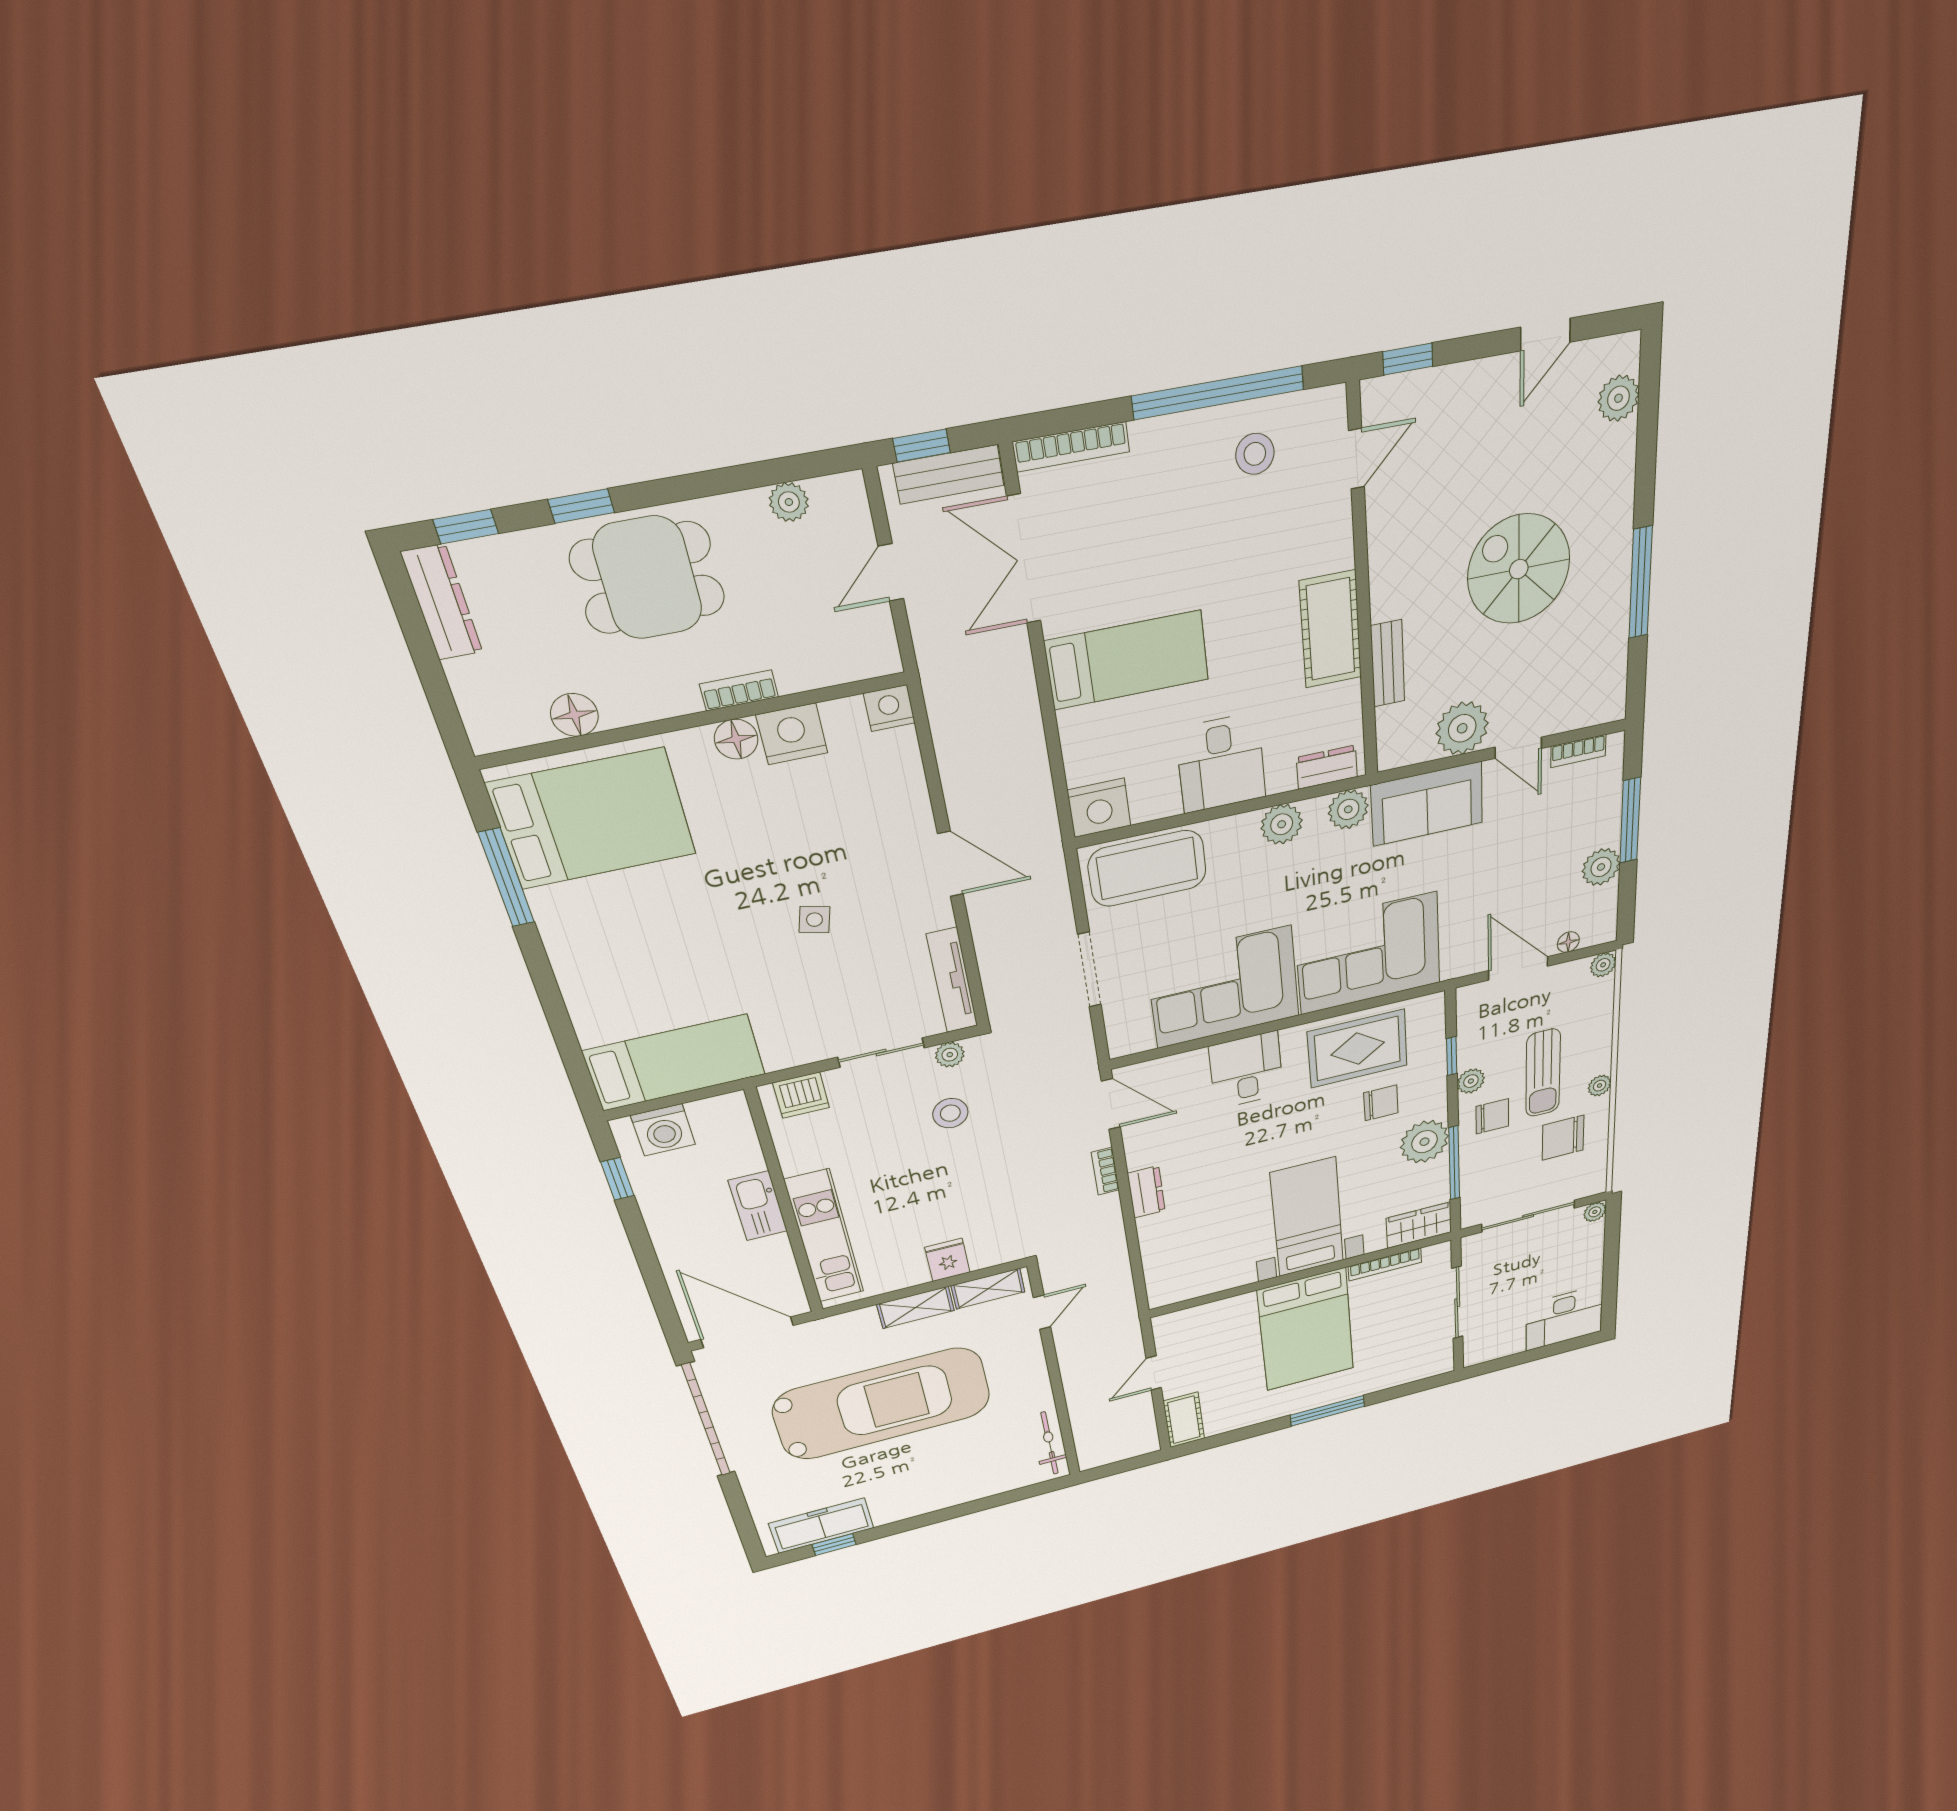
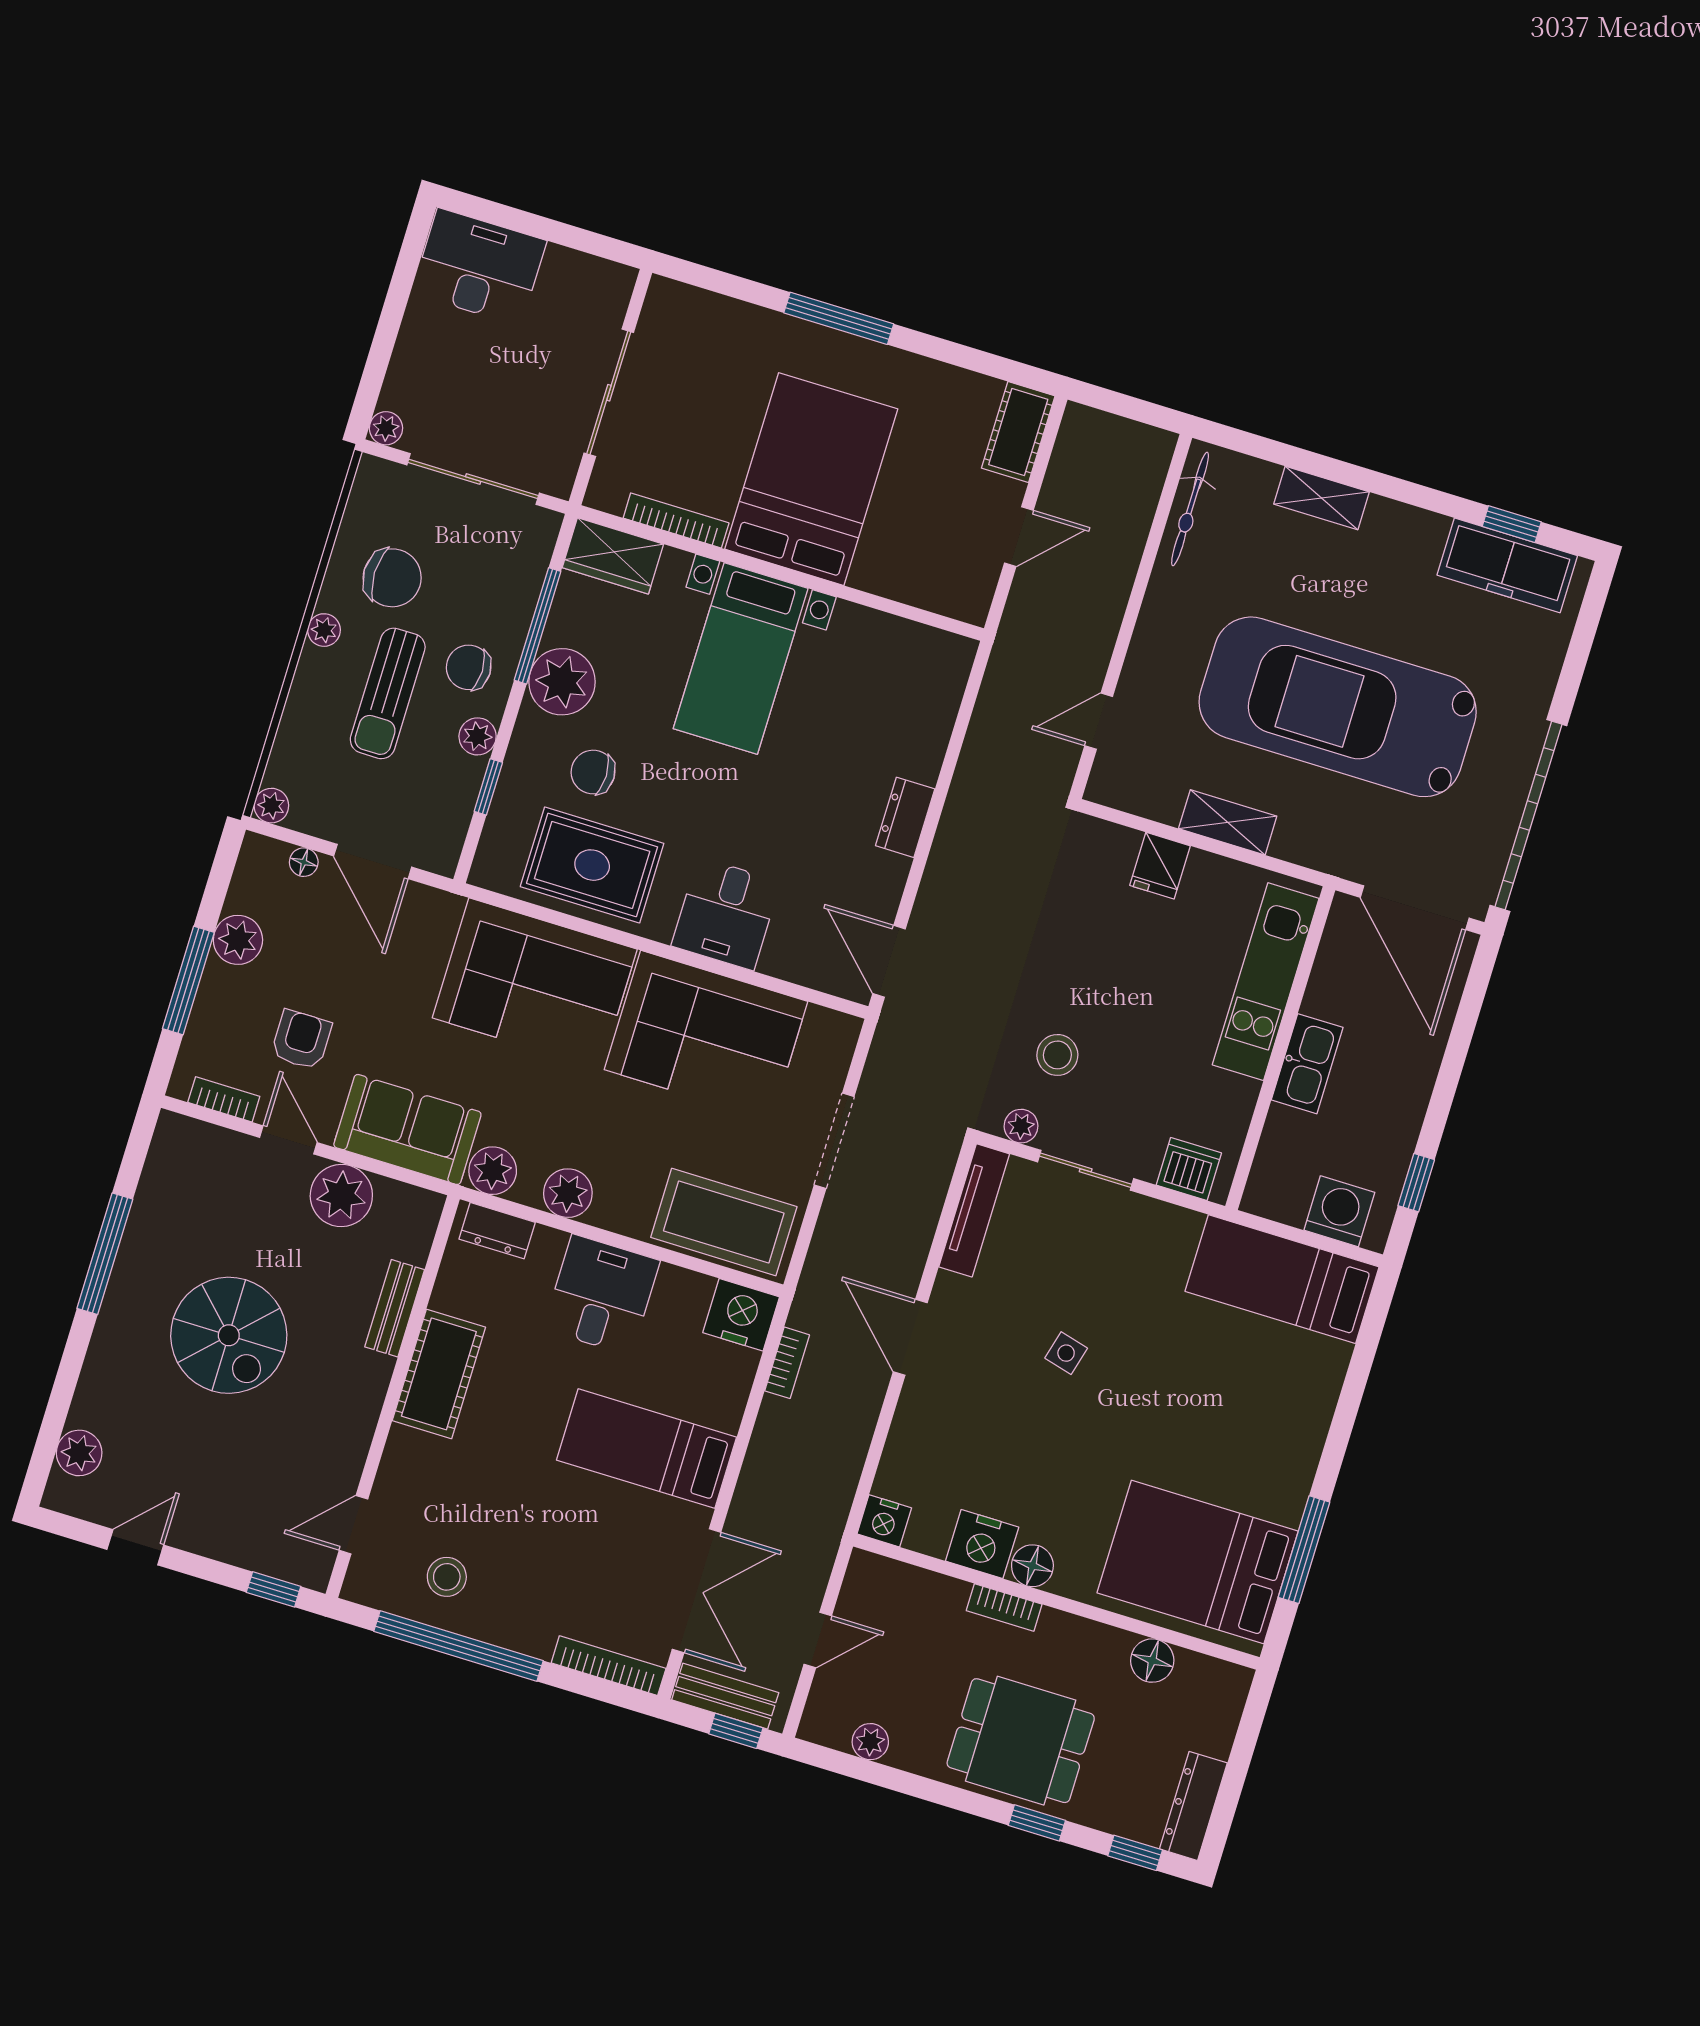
armchair: (1532, 824) -> (301, 1040), added
sun lounger: (1543, 1073) -> (388, 693), turned 180
bookcase: (1105, 1171) -> (787, 1363), moved
shelving: (988, 1289) -> (1322, 498), moved

